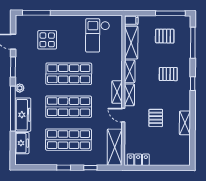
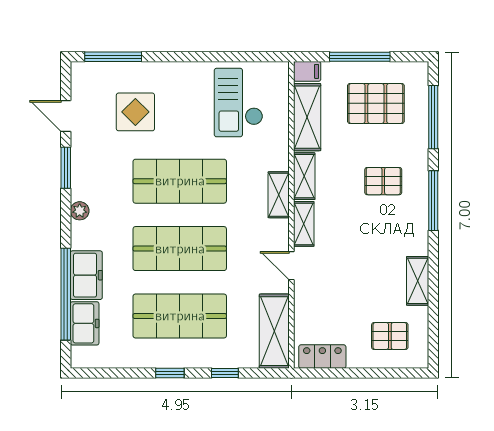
window: (170, 13) -> (360, 57), moved
pallet: (165, 36) -> (376, 103), width x1.50, depth x1.42
window: (193, 84) -> (433, 201), width x2.17
shelving: (117, 92) -> (279, 195), moved
window: (13, 109) -> (66, 294), moved
freezer: (23, 115) -> (86, 275), width x0.71
pallet: (156, 118) -> (390, 336), moved, turned 90

